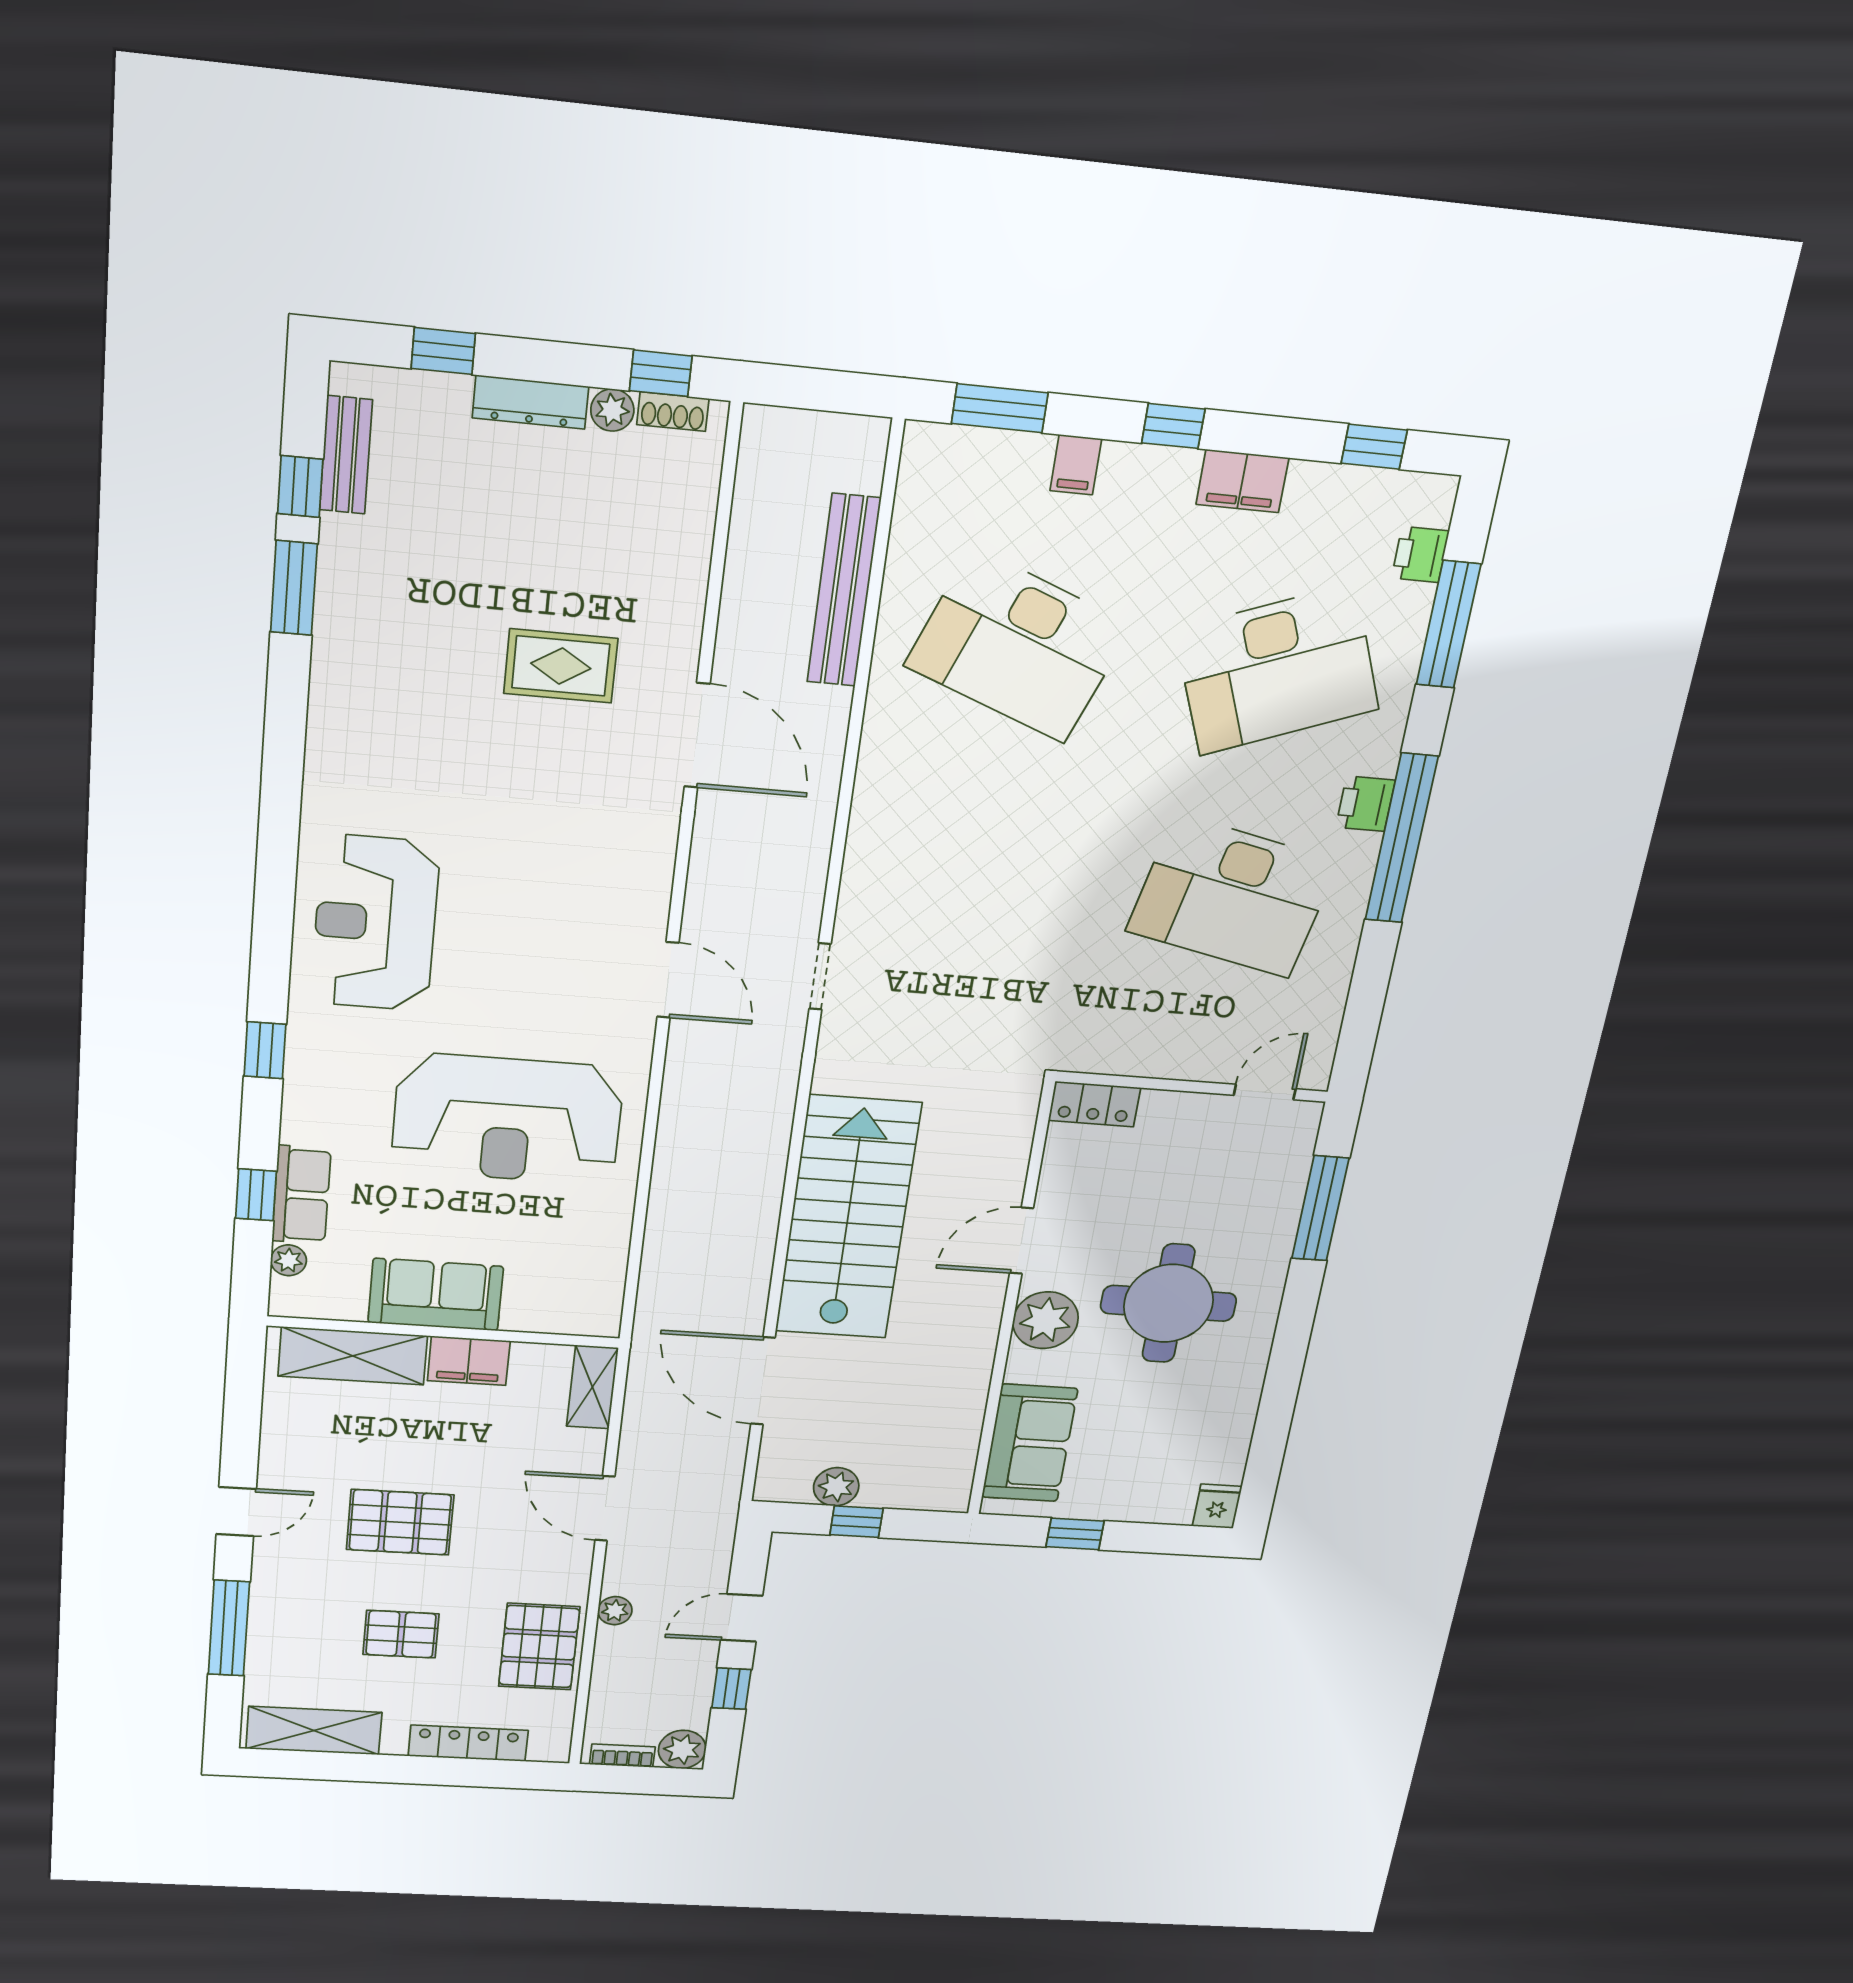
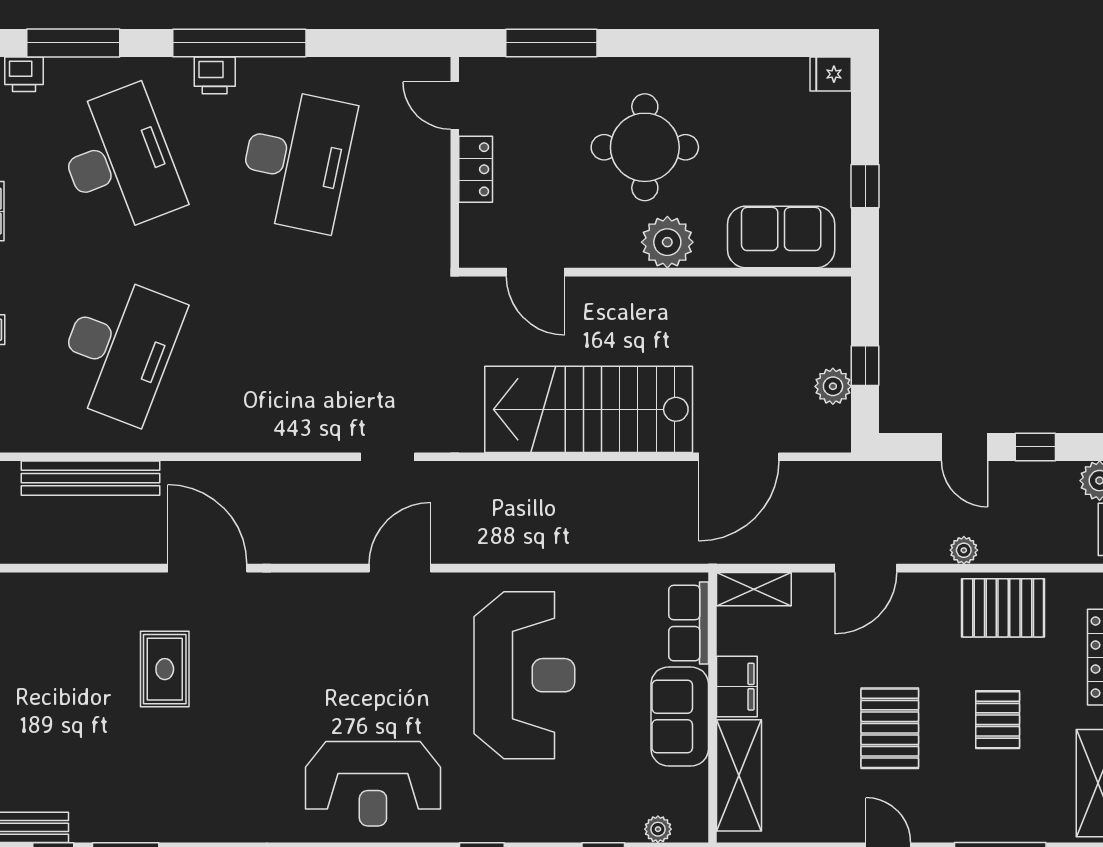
door: (697, 735) -> (207, 568), hinge flipped
locker: (1094, 1104) -> (476, 169), moved
row of seats: (301, 1195) -> (689, 623), moved, turned -90
door: (1022, 1241) -> (536, 272), moved

